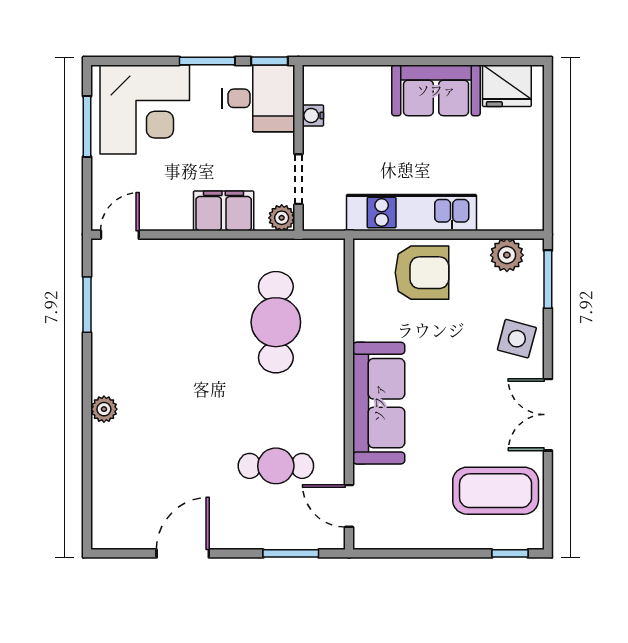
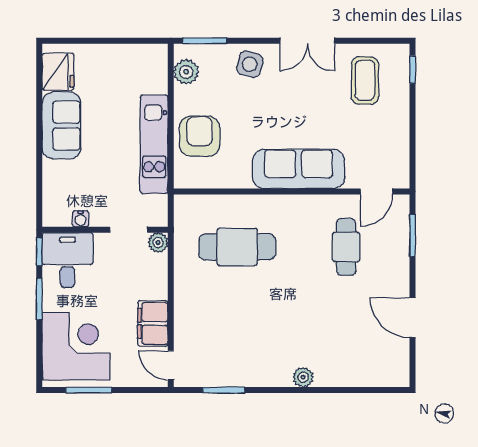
filing cabinet: (224, 211) -> (153, 323), moved
coffee table: (496, 491) -> (365, 80), width x0.73, depth x0.76

